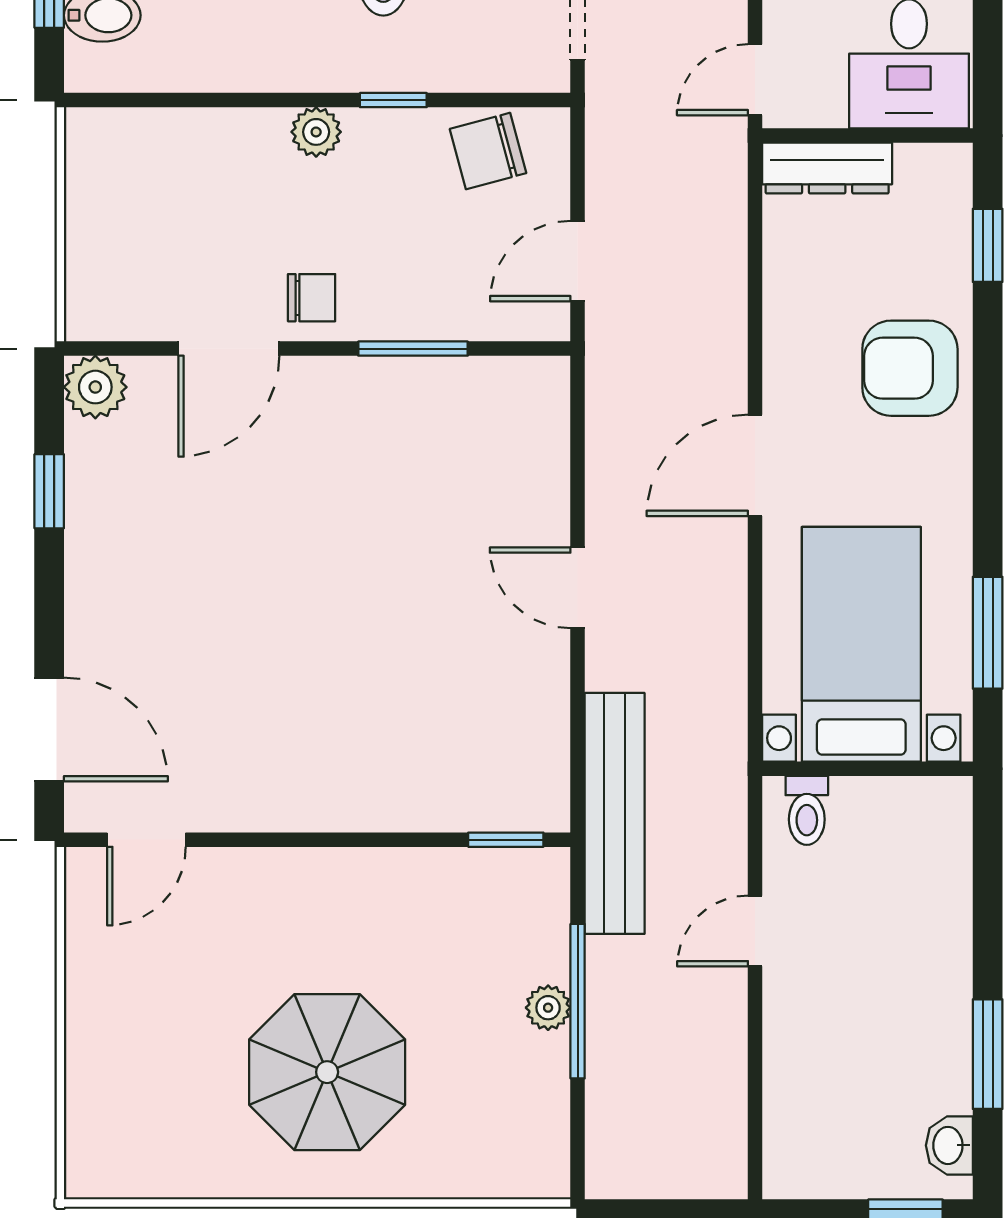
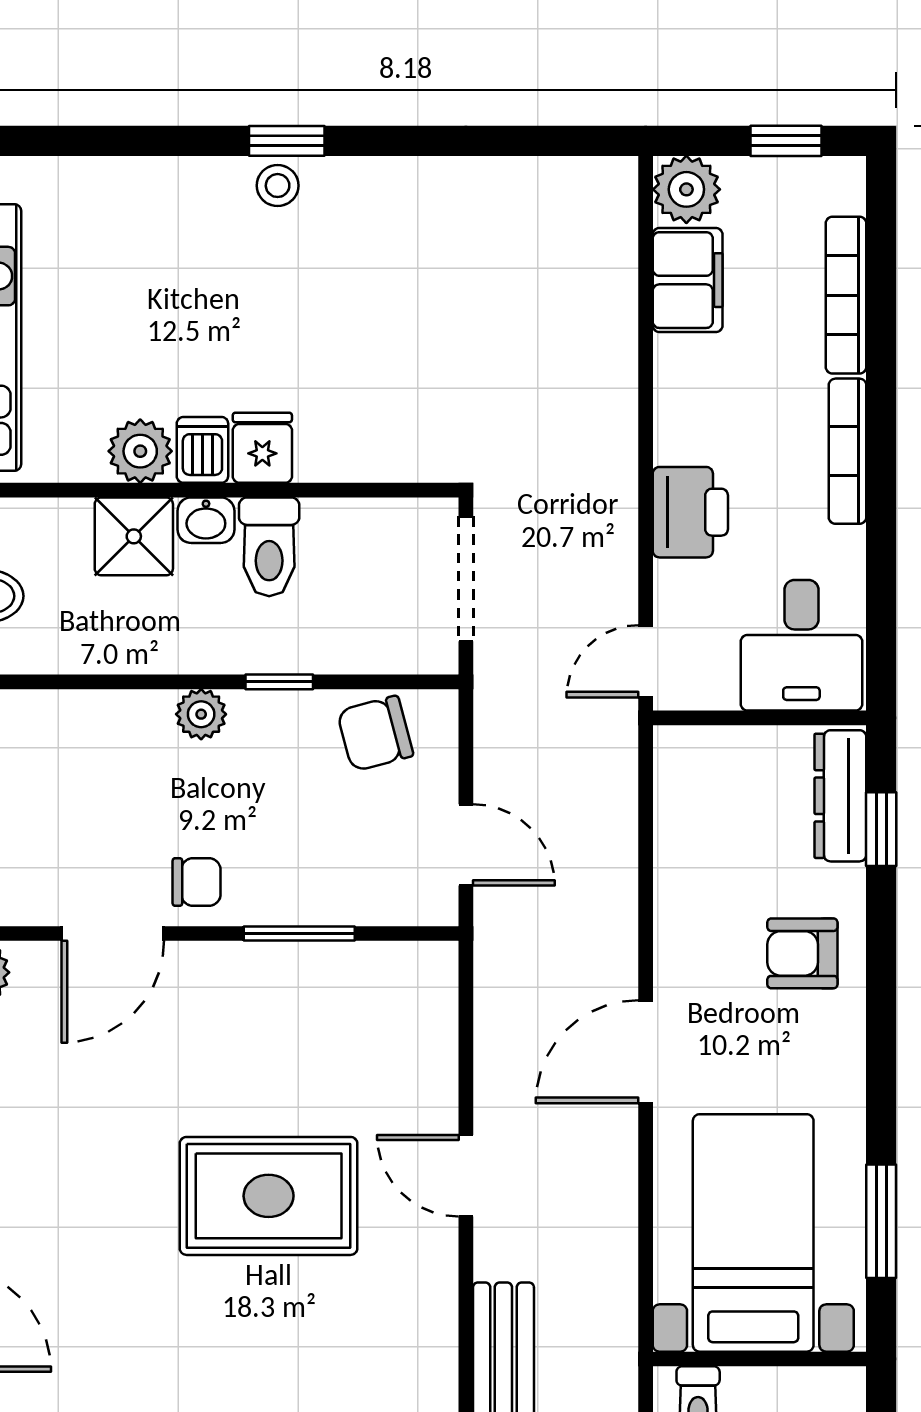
dresser: (827, 168) -> (840, 796), moved, turned 90
door: (578, 261) -> (466, 845), swing flipped
armchair: (910, 368) -> (802, 953), width x0.72, depth x0.72
rug: (383, 608) -> (269, 1196), added

